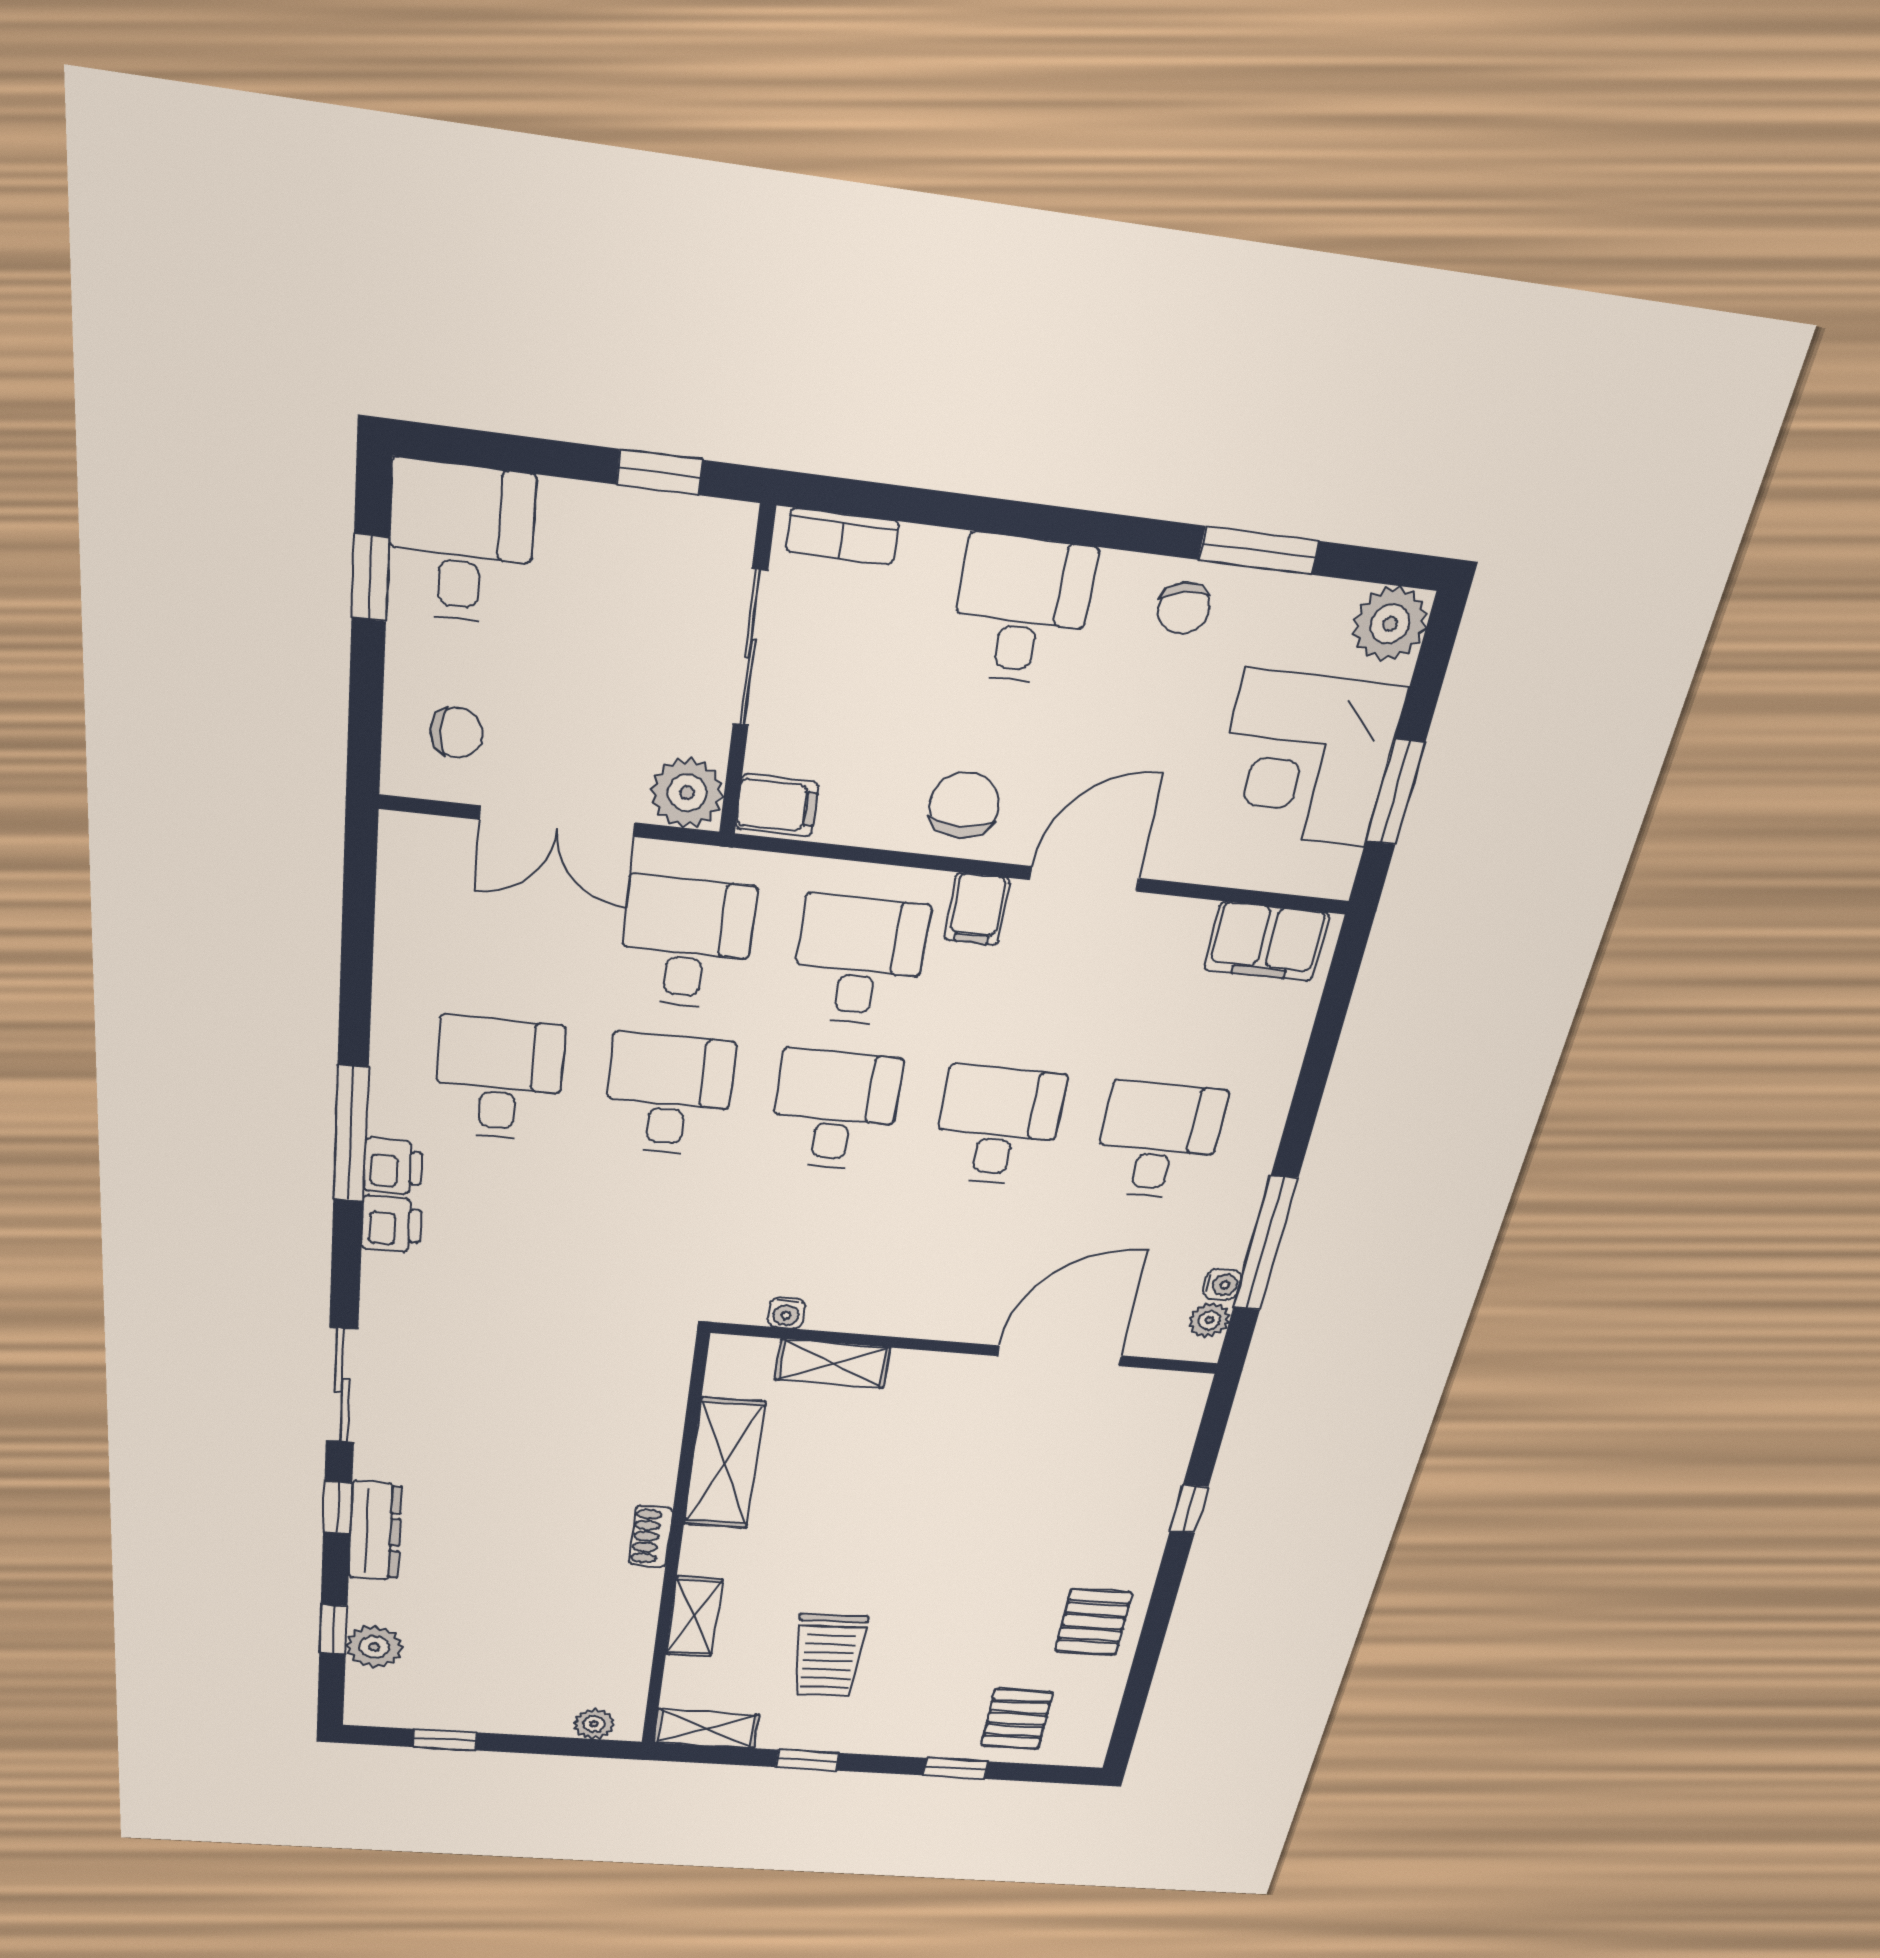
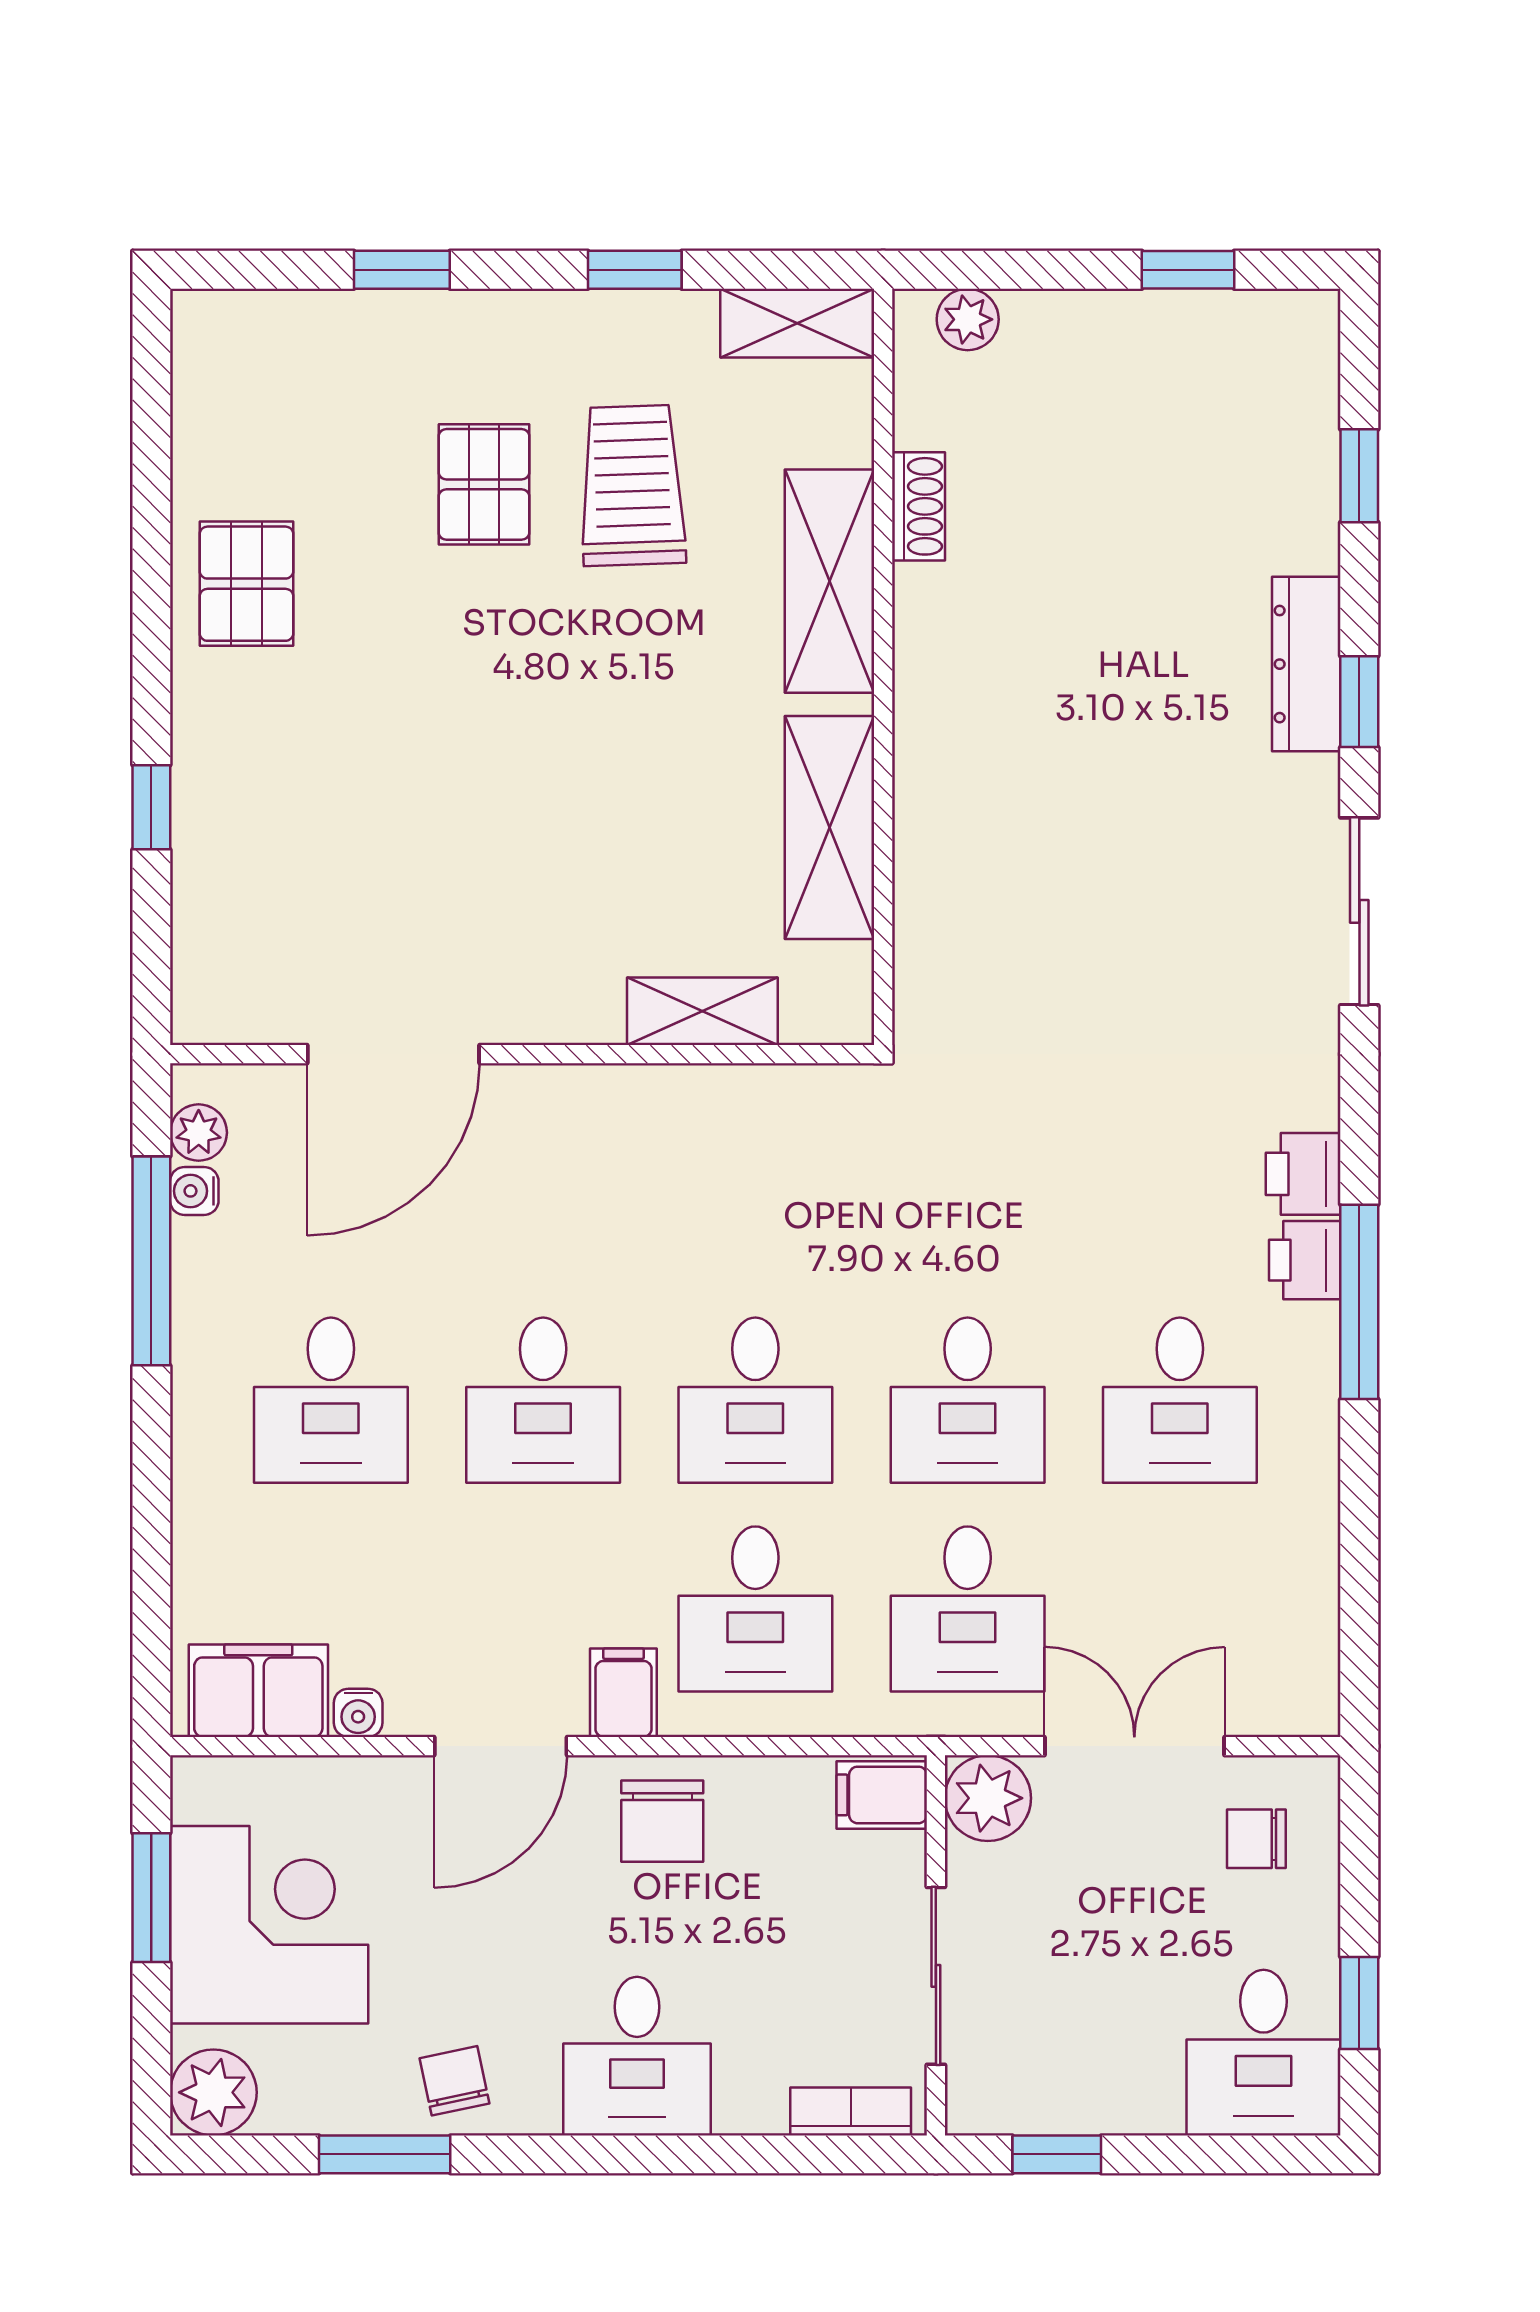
water cooler: (786, 1313) -> (358, 1713), moved, turned 180
shoe rack: (651, 1536) -> (919, 506), moved
shelving: (694, 1617) -> (829, 581), width x1.50, depth x1.33
plant: (374, 1647) -> (1300, 447), removed
pallet: (1017, 1719) -> (484, 484), moved

